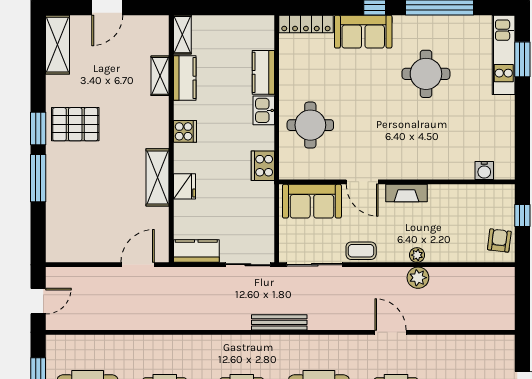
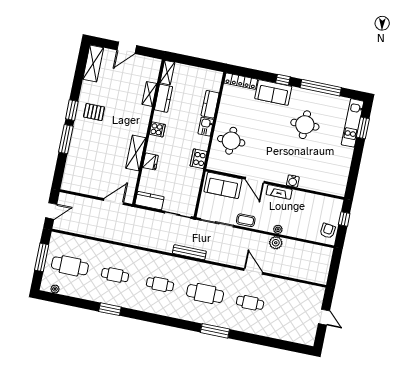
pallet: (75, 124) -> (94, 112), width x0.67, depth x0.71
water cooler: (484, 171) -> (293, 181), moved

